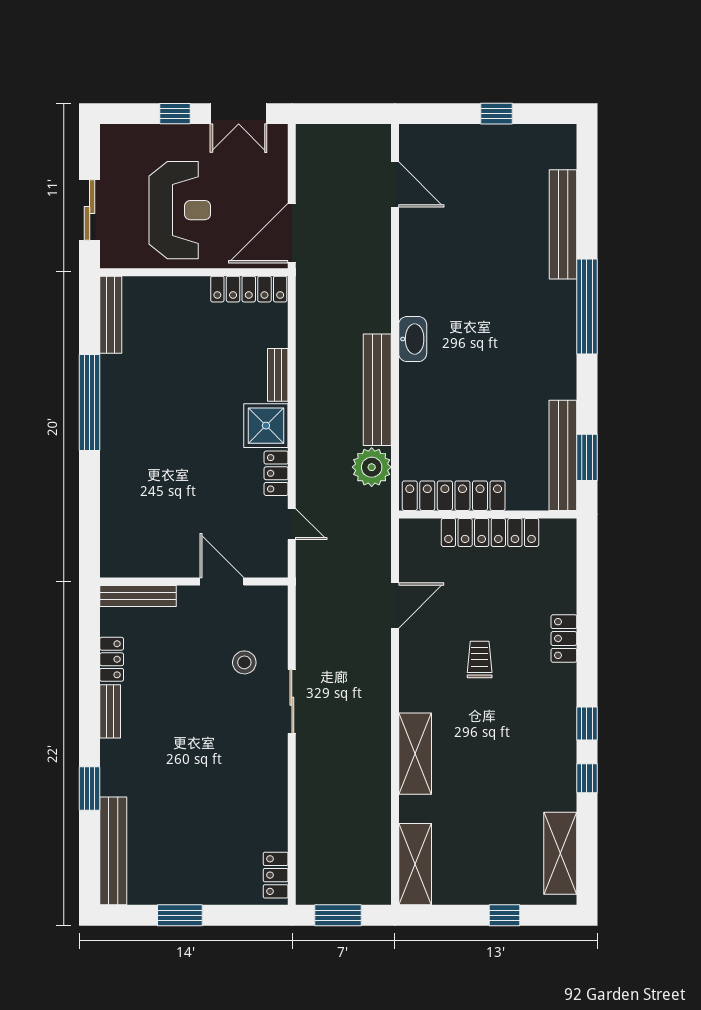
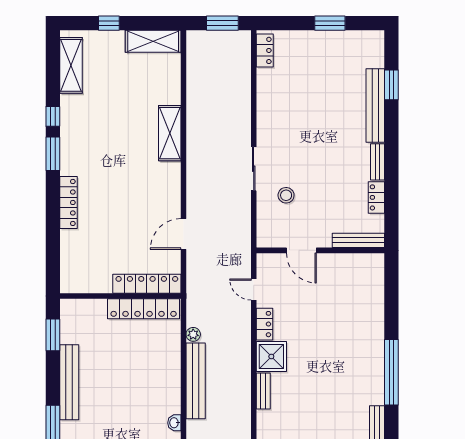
washbasin: (413, 339) -> (174, 423), width x0.52, depth x0.69
bench: (563, 455) -> (69, 382), moved
plant: (372, 467) -> (193, 334), width x0.53, depth x0.53
locker: (490, 532) -> (147, 284), moved
locker: (564, 639) -> (68, 202), width x1.53
trolley: (480, 659) -> (126, 197), removed
window: (587, 723) -> (53, 154), width x1.50
window: (90, 789) -> (391, 85), moved
bench: (113, 851) -> (375, 106), moved
shelving: (415, 864) -> (153, 41), moved, turned 90

